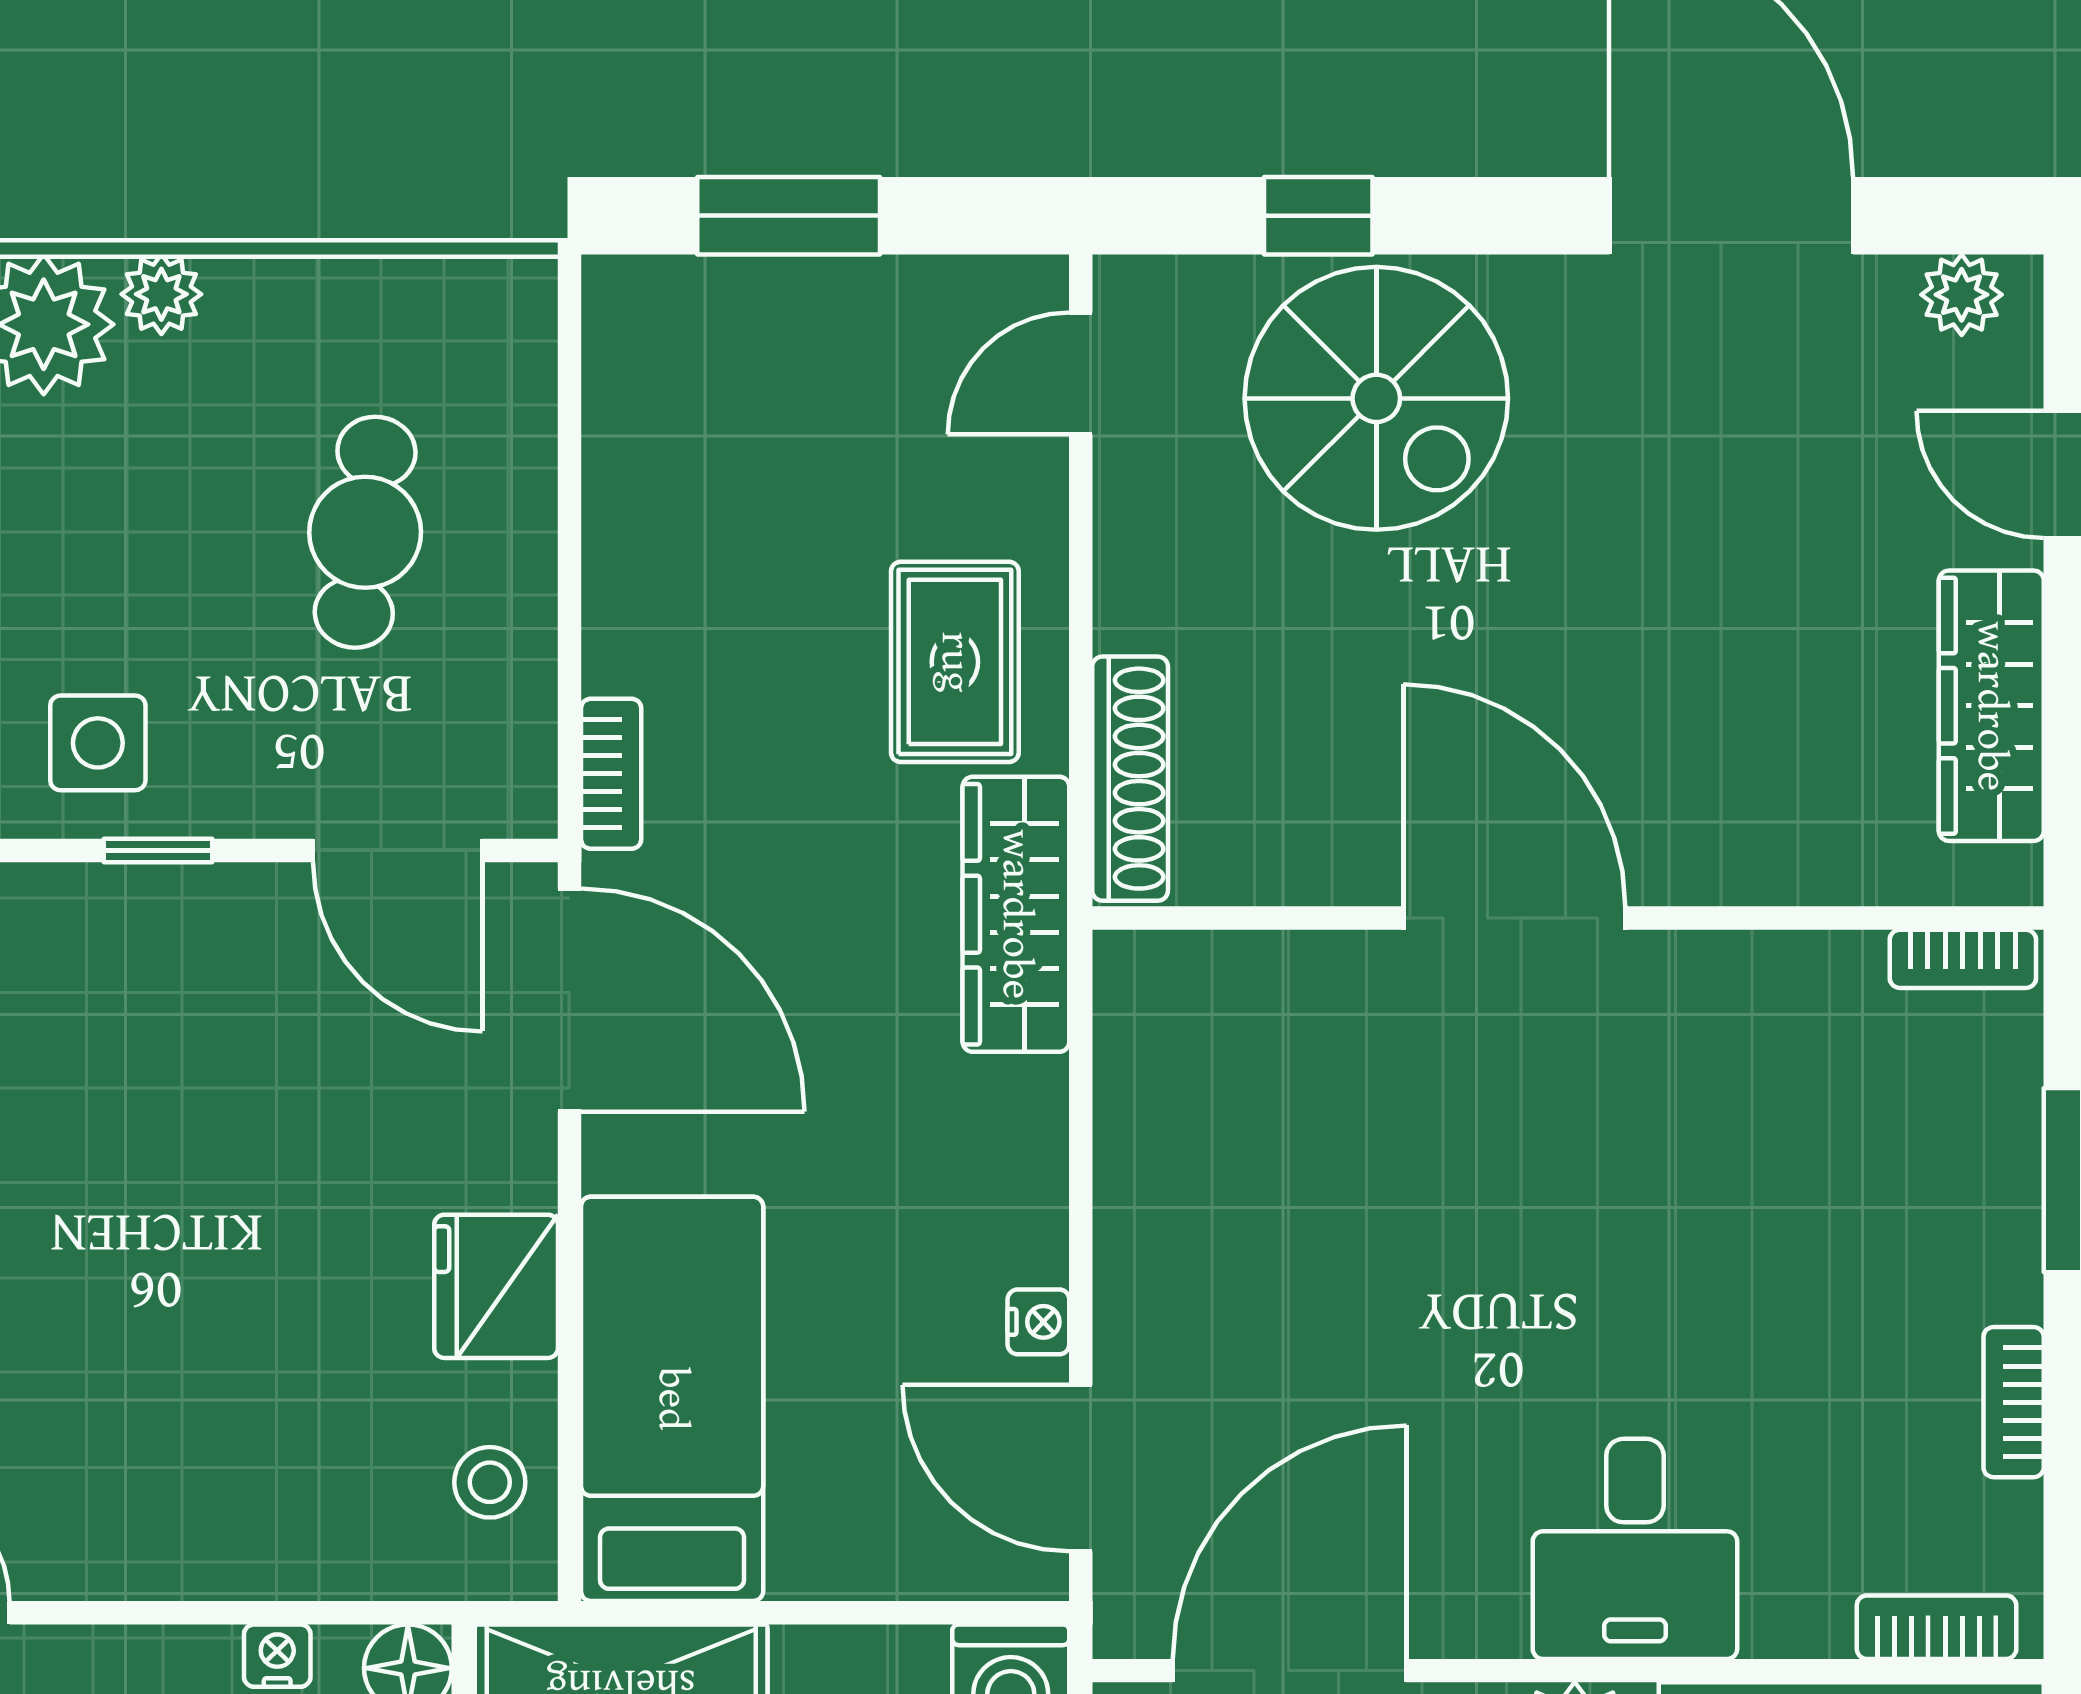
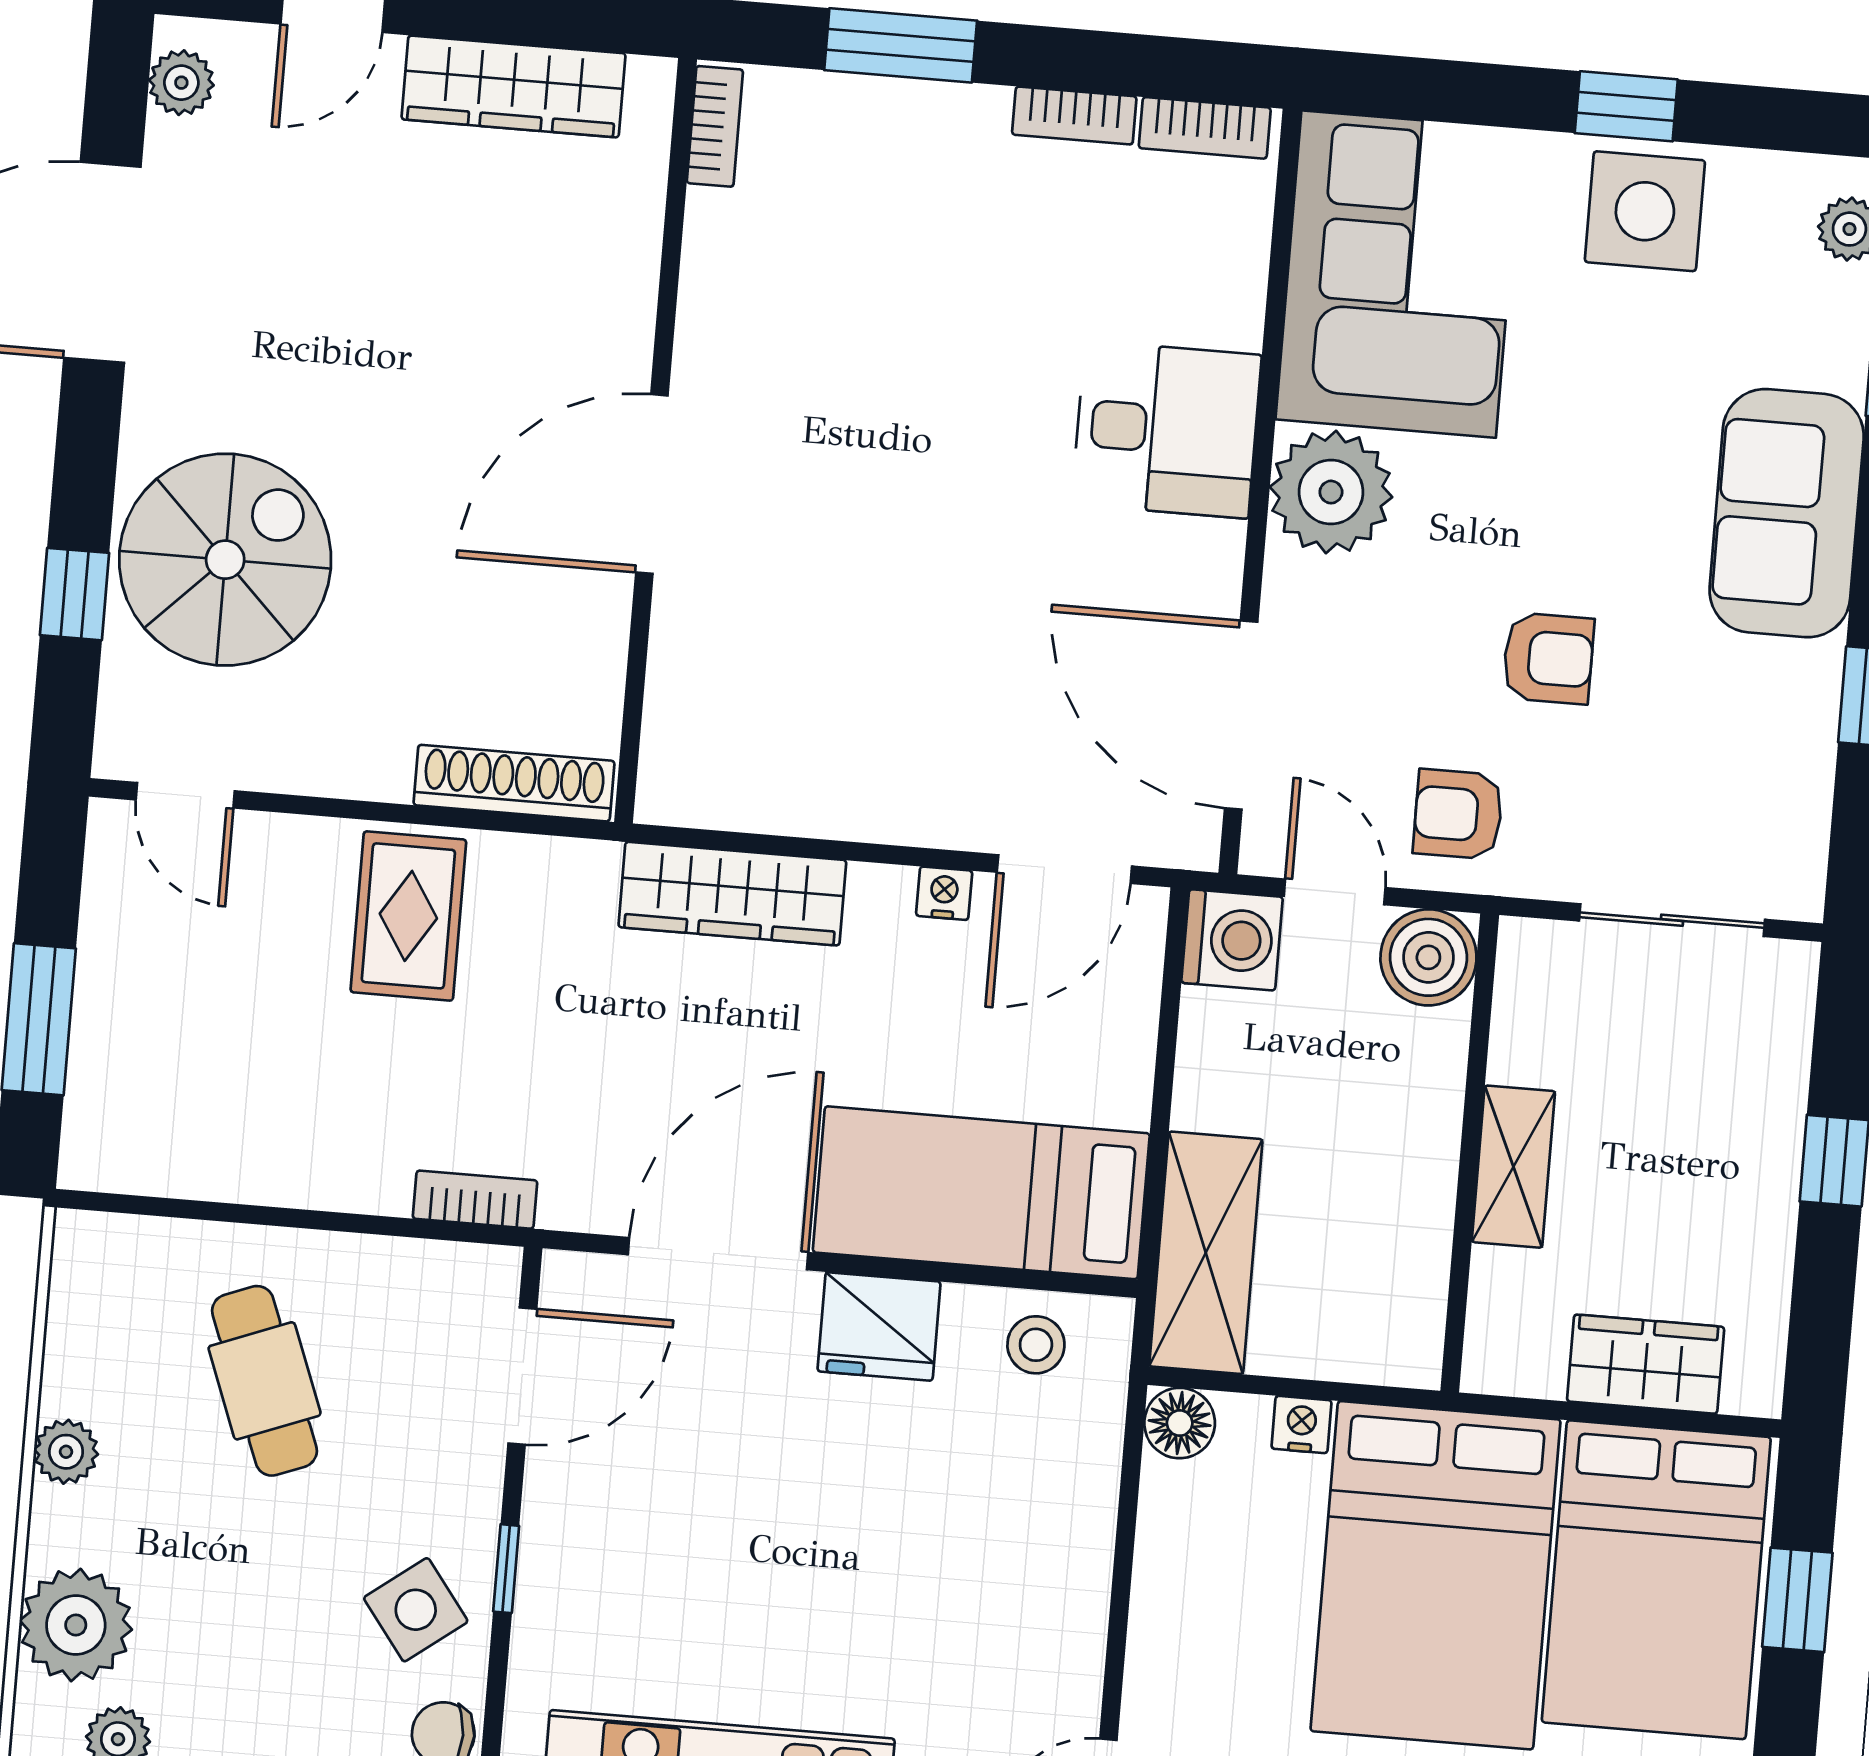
plant: (161, 294) -> (66, 1452), moved
cafe table: (365, 532) -> (265, 1381), turned 61
rug: (955, 662) -> (408, 916), turned 90
side table: (98, 743) -> (416, 1610), turned -37
wardrobe: (1016, 914) -> (732, 894), moved
door: (569, 1000) -> (718, 1254), moved
bookcase: (1937, 1627) -> (1205, 128), moved, turned -90
nightstand: (277, 1656) -> (1161, 1527), removed

